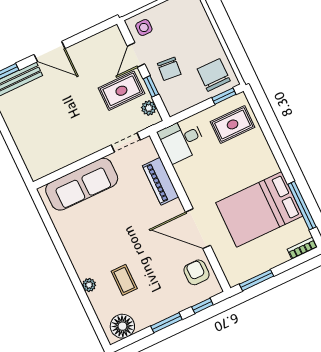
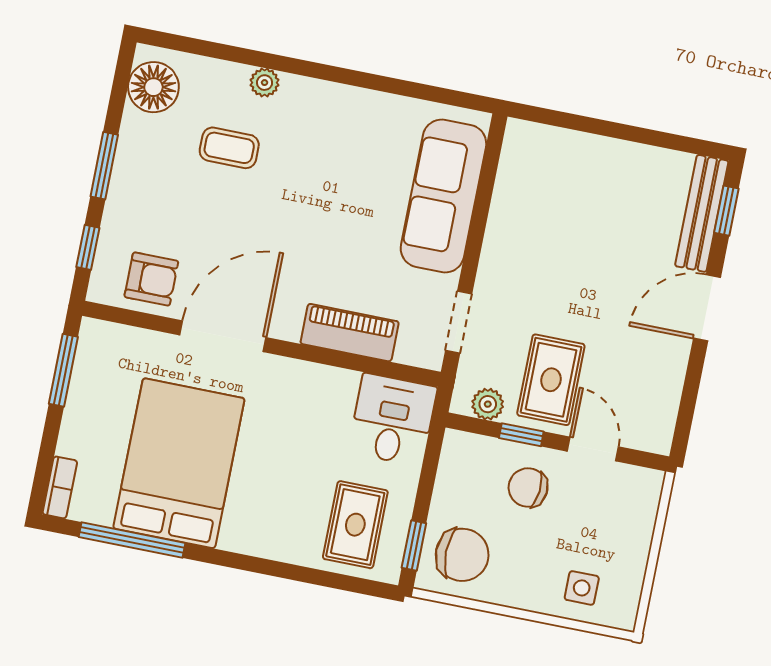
side table: (144, 28) -> (582, 588), moved

